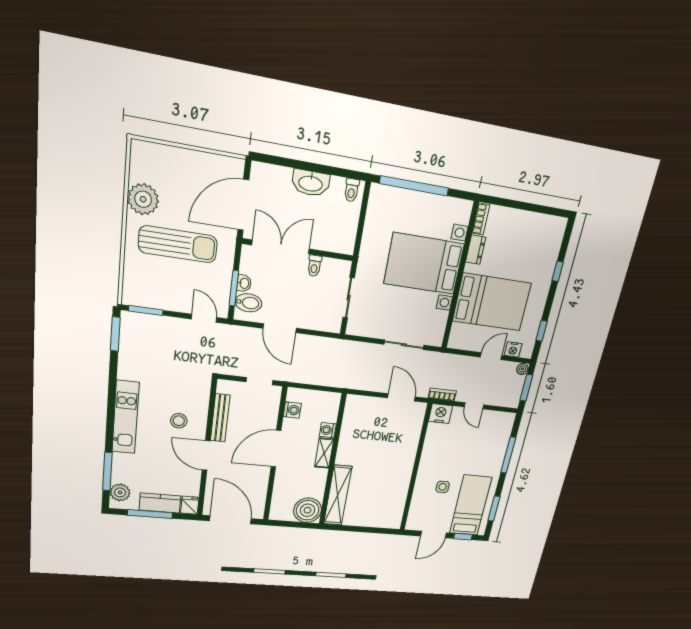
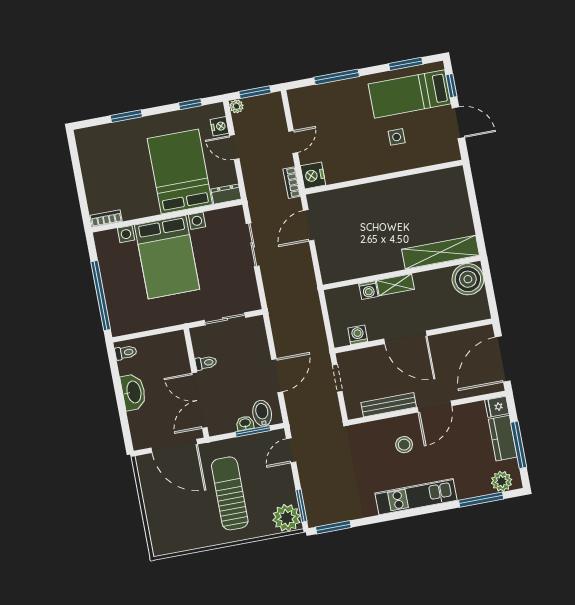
plant: (143, 199) -> (287, 518), moved
dresser: (476, 250) -> (226, 194), moved
window: (558, 271) -> (126, 116), width x1.50

